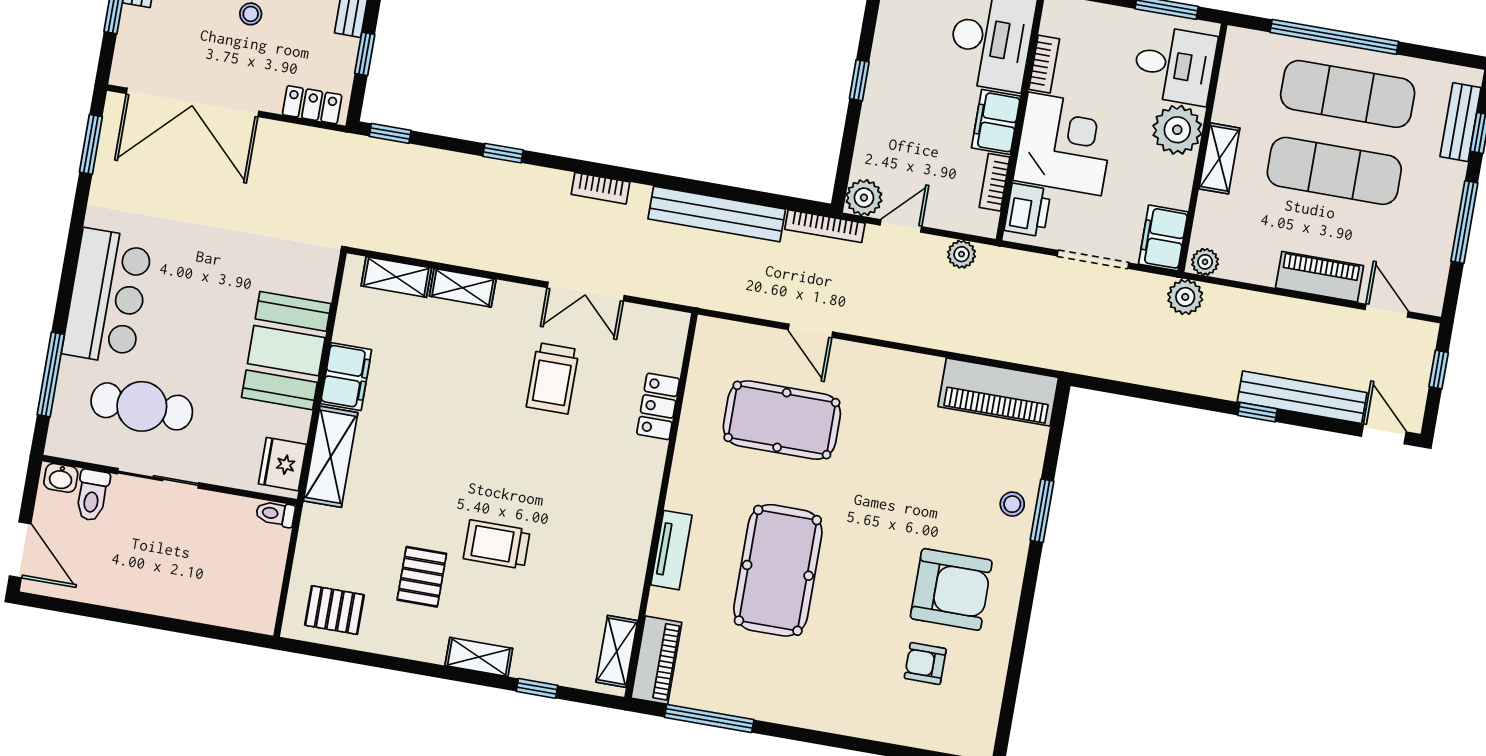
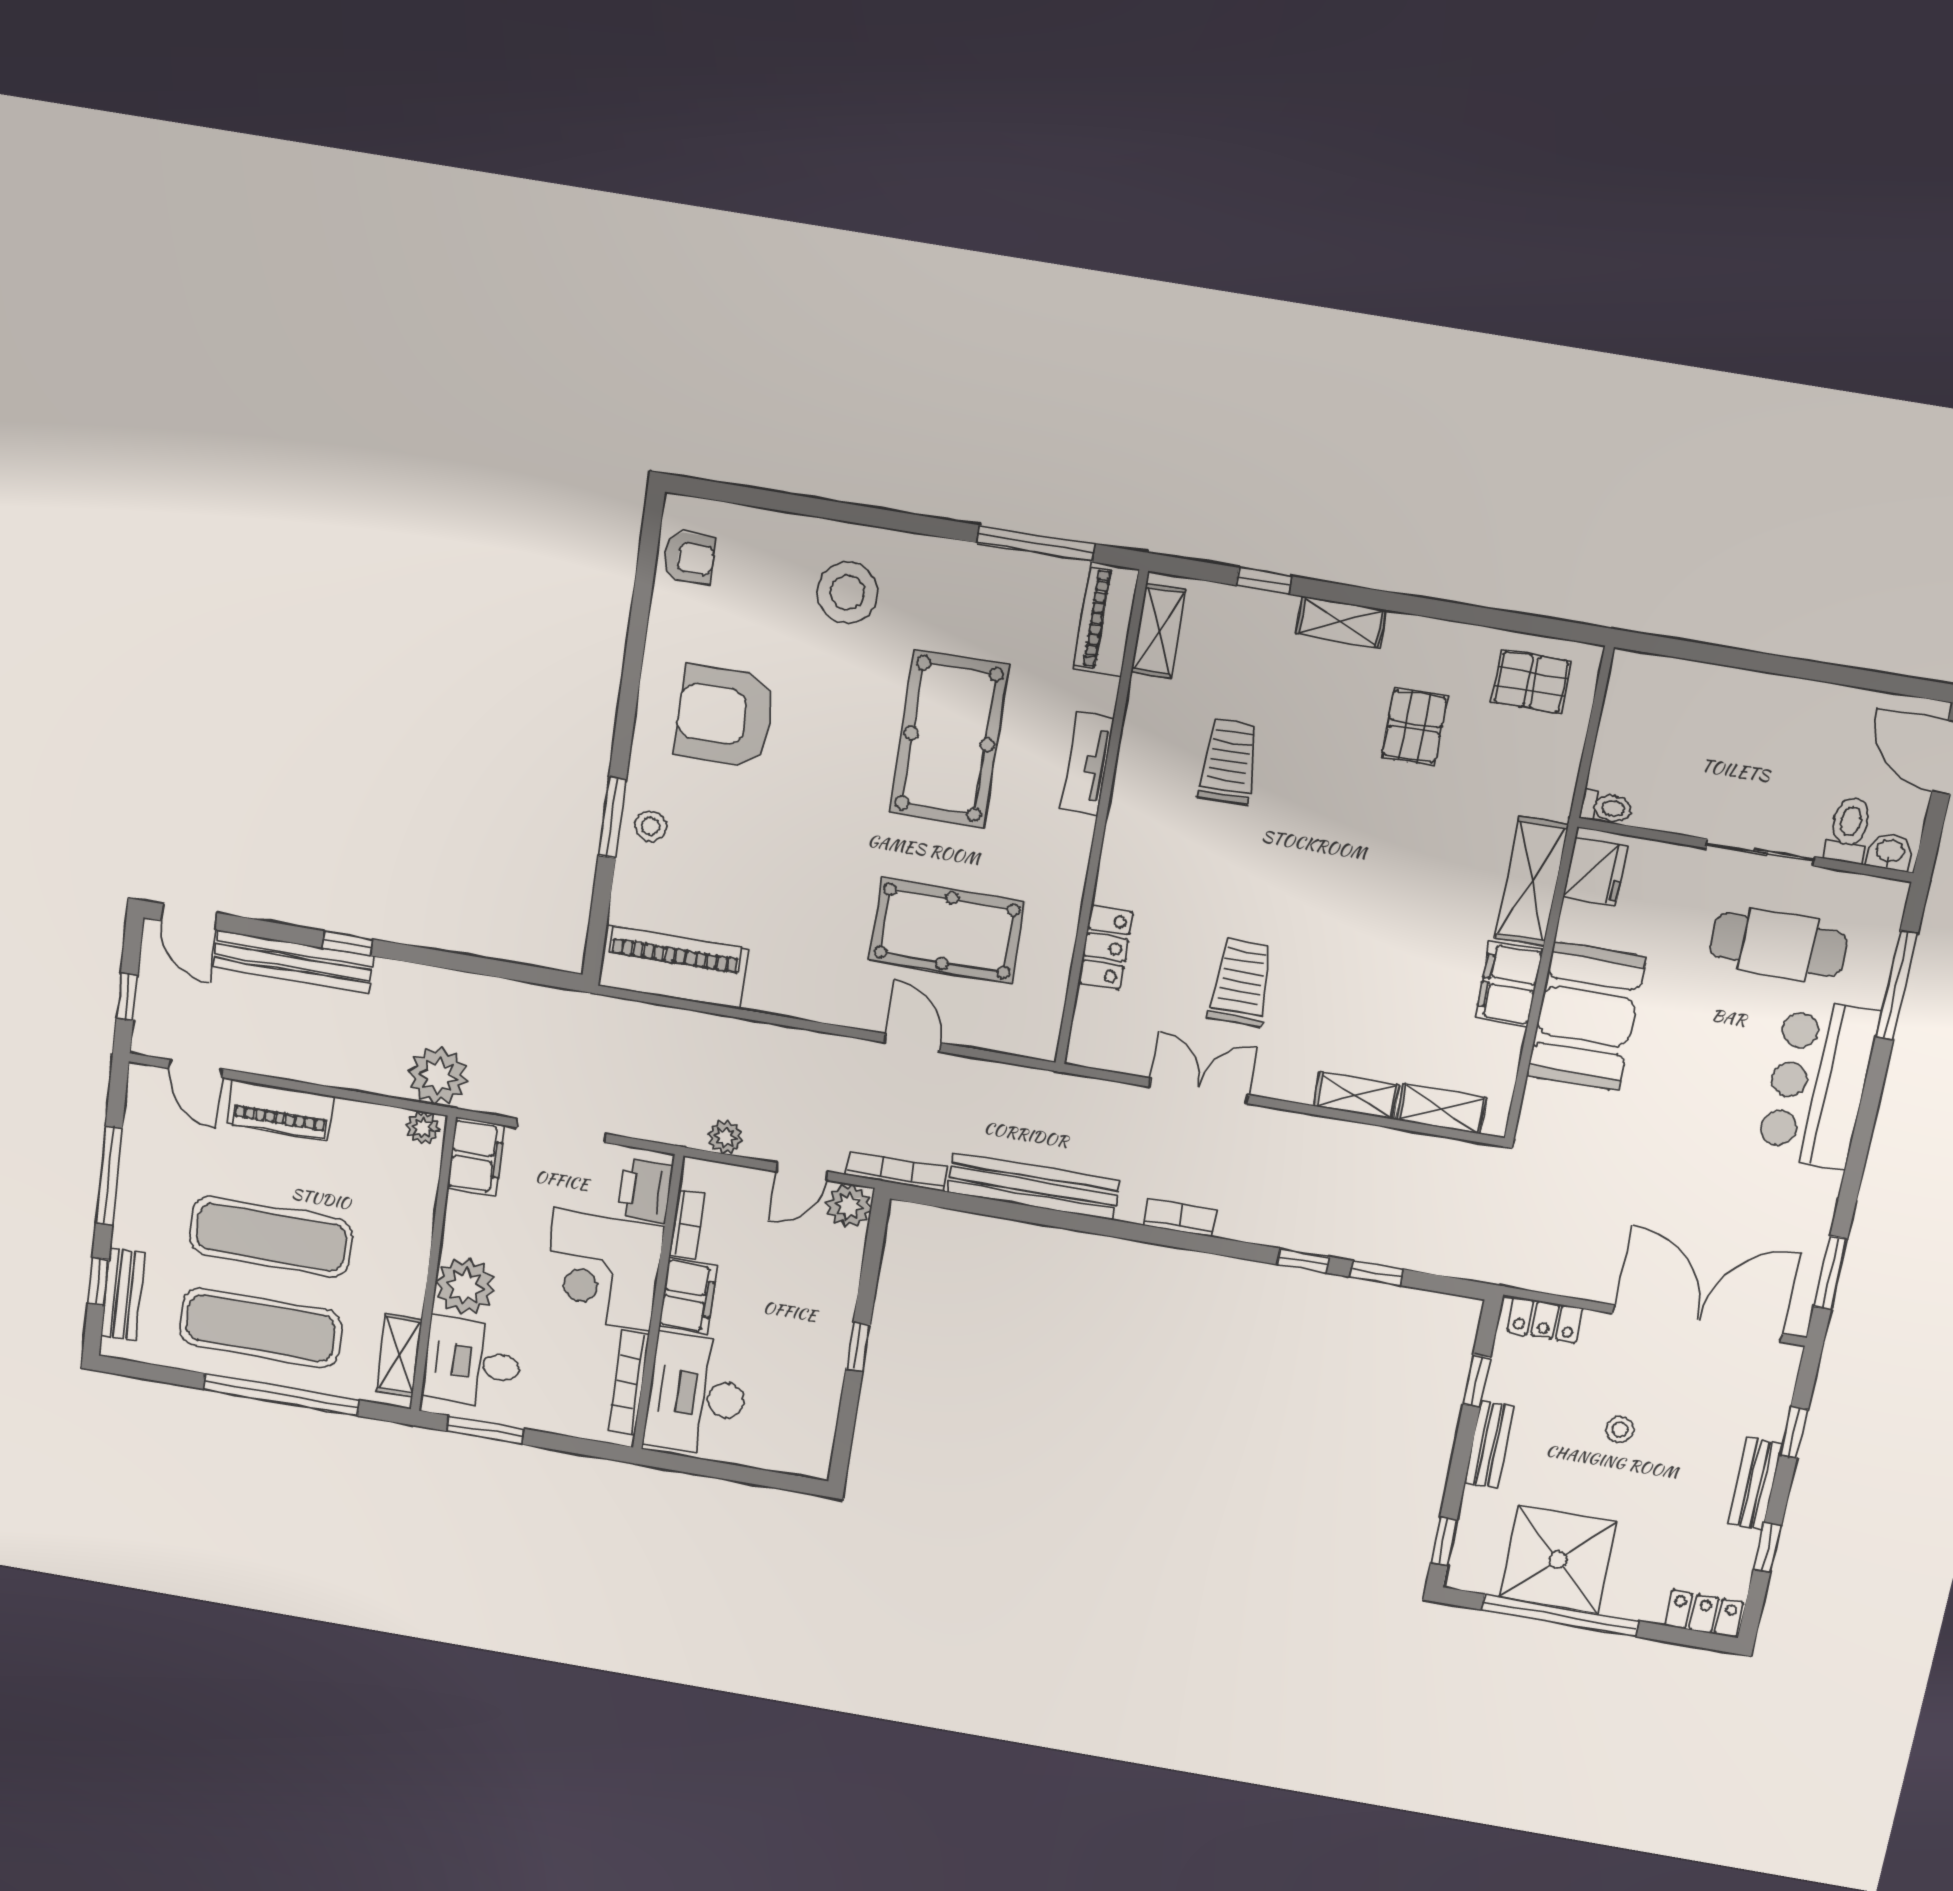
bookcase: (1044, 64) -> (629, 1383), width x1.56
window: (390, 133) -> (1376, 1273), moved
shelving: (1219, 158) -> (399, 1355), moved
plant: (1185, 297) -> (438, 1076), width x1.36, depth x1.36
trolley: (497, 544) -> (1229, 762), moved, turned -90
armchair: (925, 664) -> (689, 558), moved
stool: (854, 683) -> (847, 592), added

